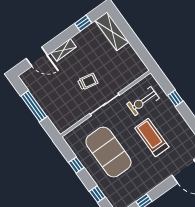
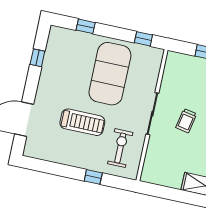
exercise mat: (108, 152) -> (110, 74), turned 90
window: (76, 165) -> (143, 39), moved

